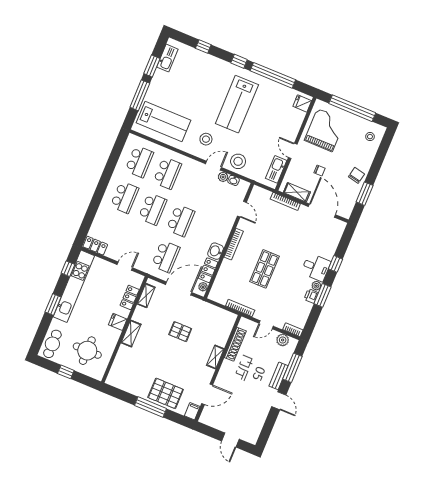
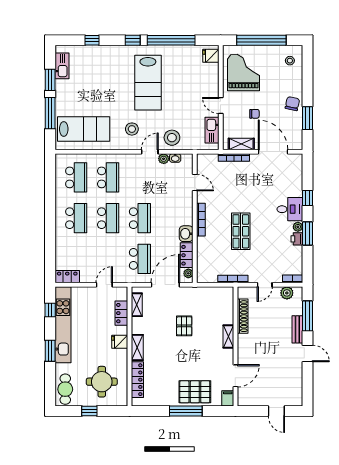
pallet: (180, 332) -> (184, 326), turned 90
locker: (119, 362) -> (137, 380), added

